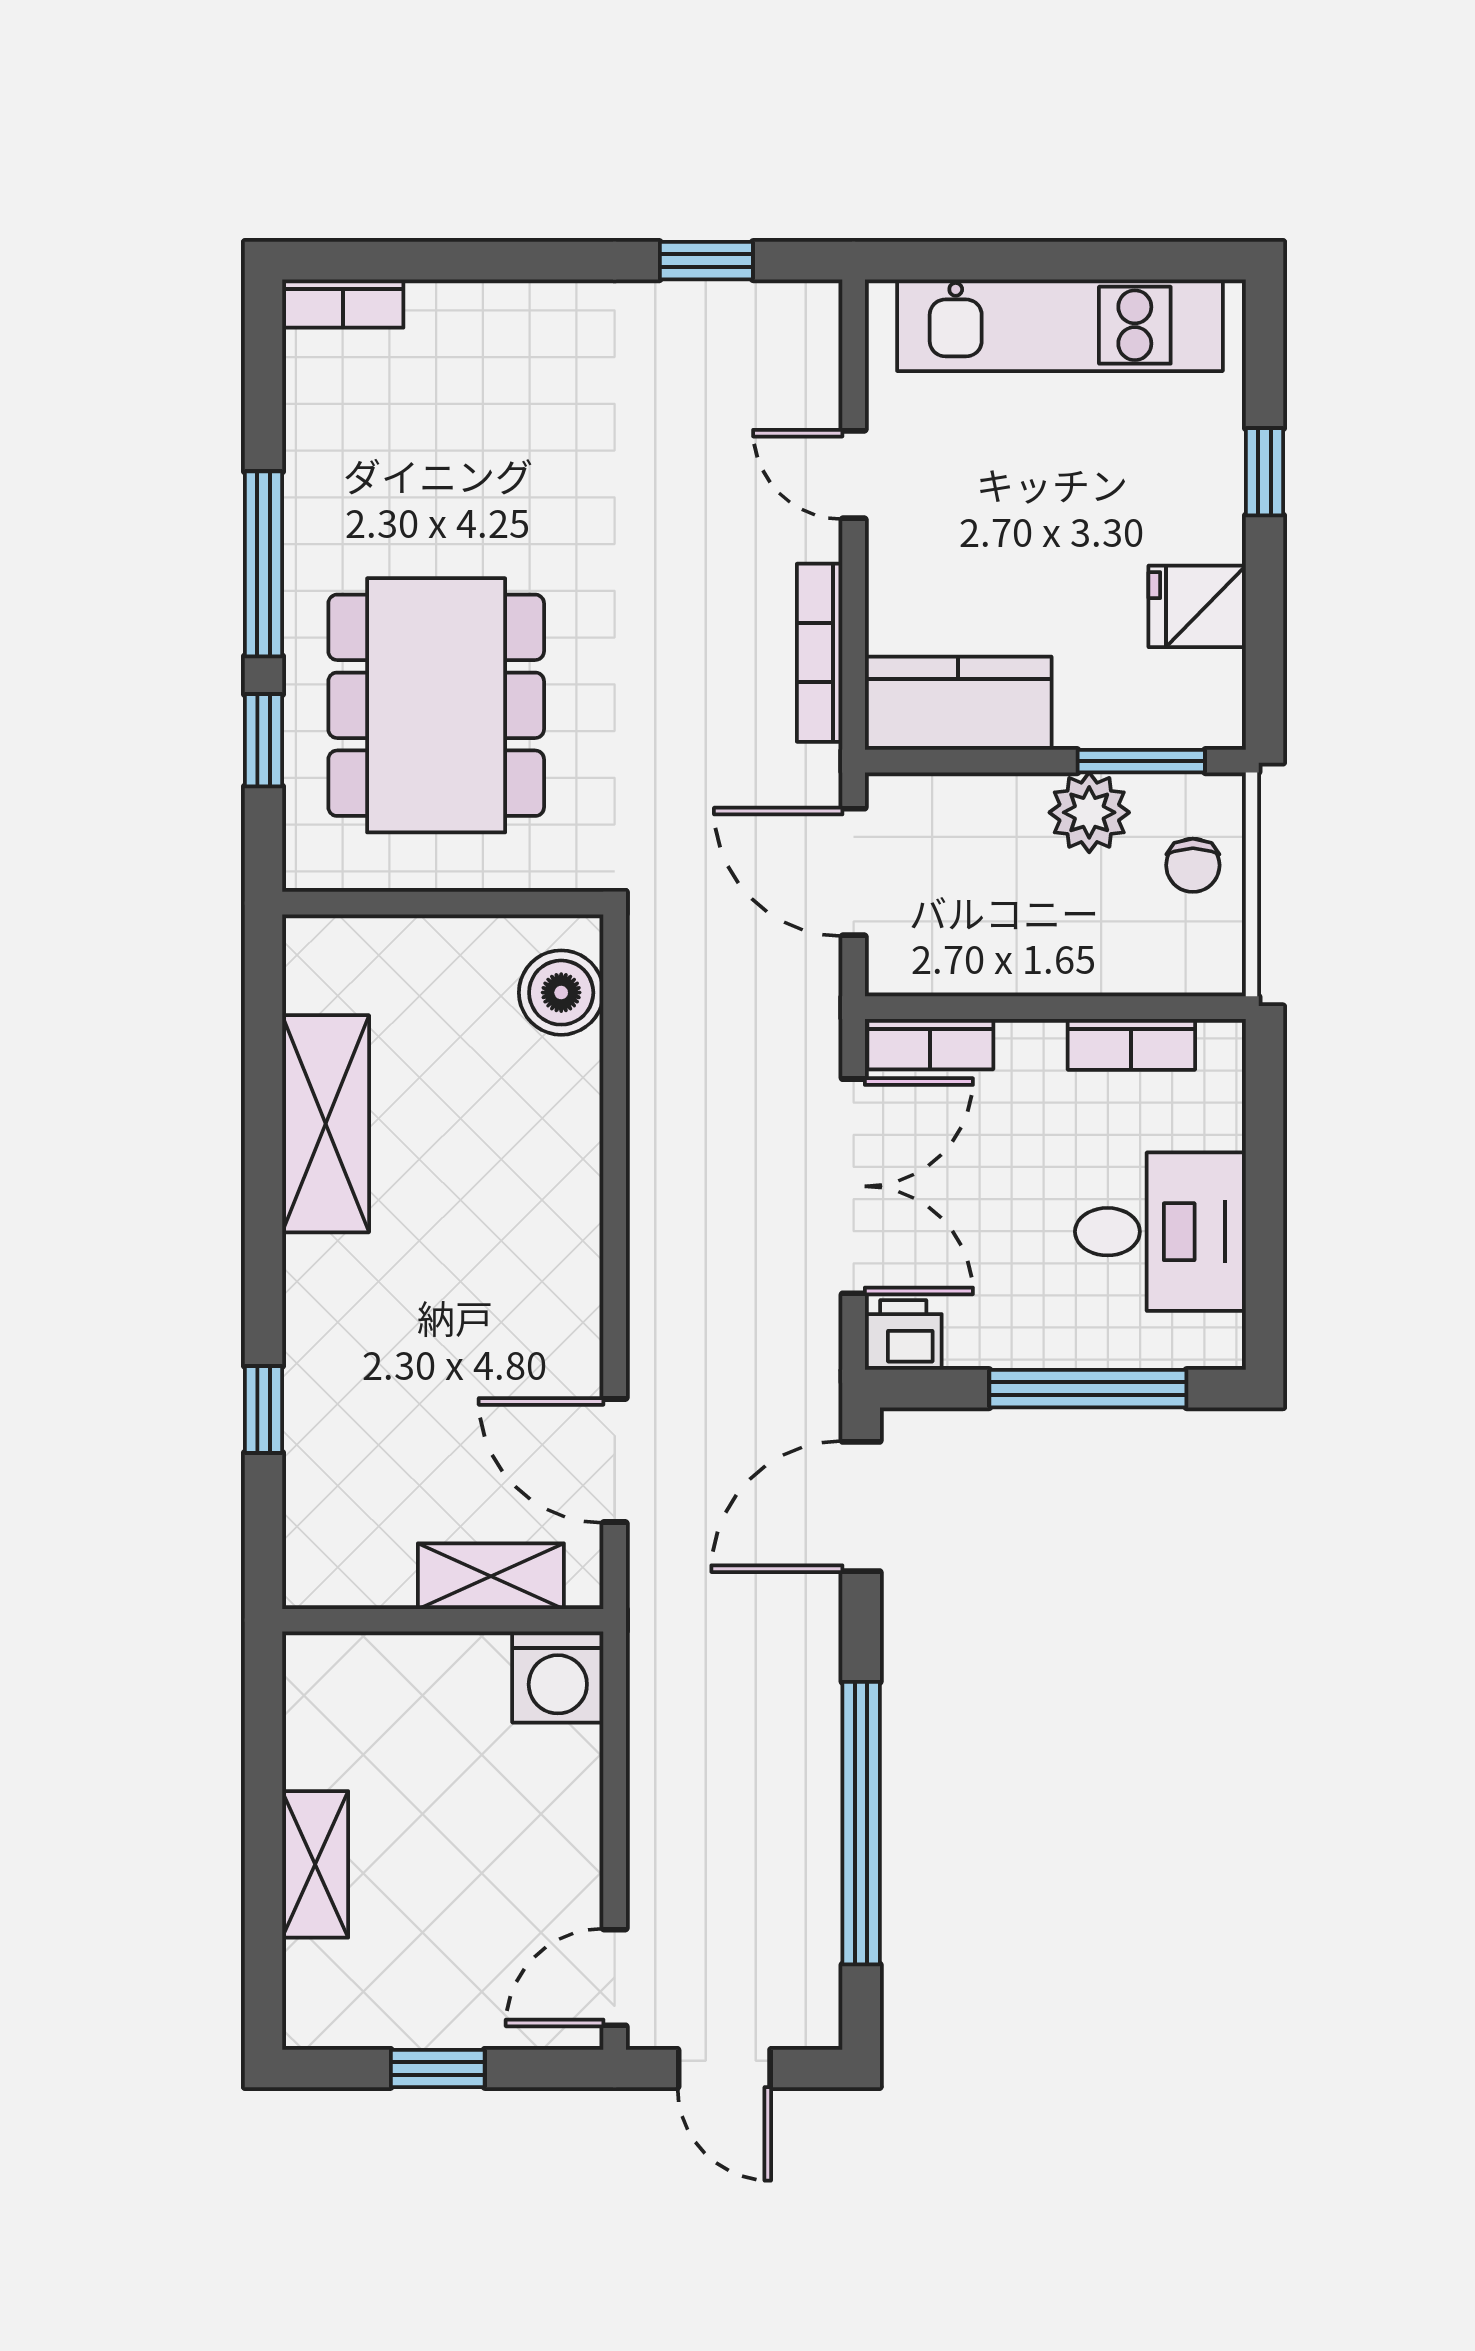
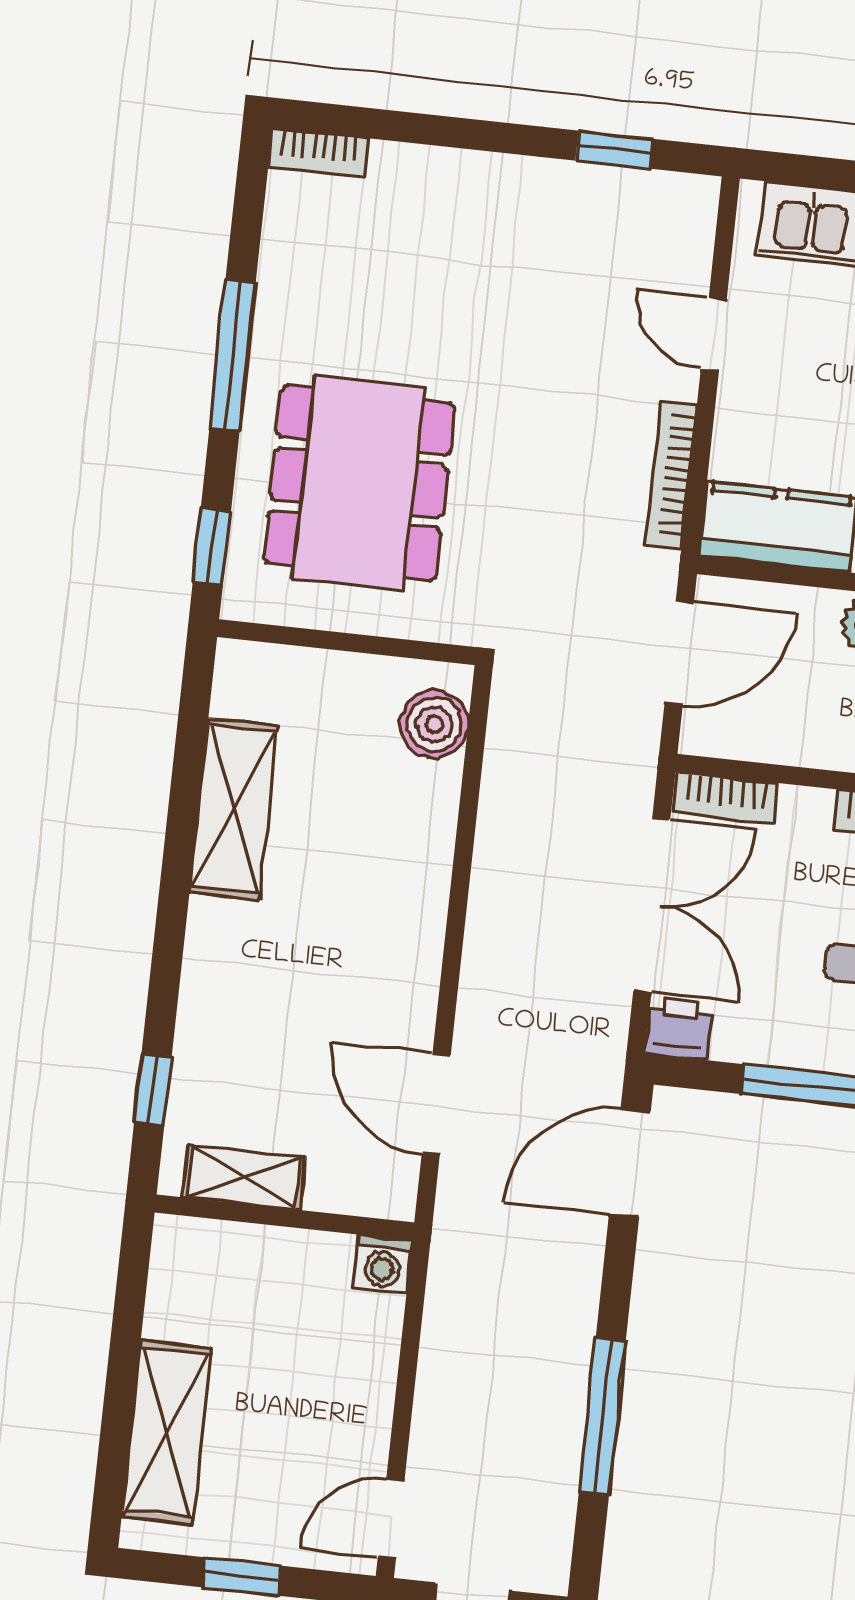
window: (263, 740) -> (212, 547), moved
door: (854, 872) -> (679, 653), swing flipped
window: (263, 1409) -> (153, 1090), moved
shelving: (491, 1576) -> (244, 1177), moved
washing machine: (558, 1677) -> (383, 1264), width x0.73, depth x0.73
window: (861, 1823) -> (602, 1417), width x0.68
shelving: (315, 1864) -> (166, 1432), width x1.50, depth x1.33

